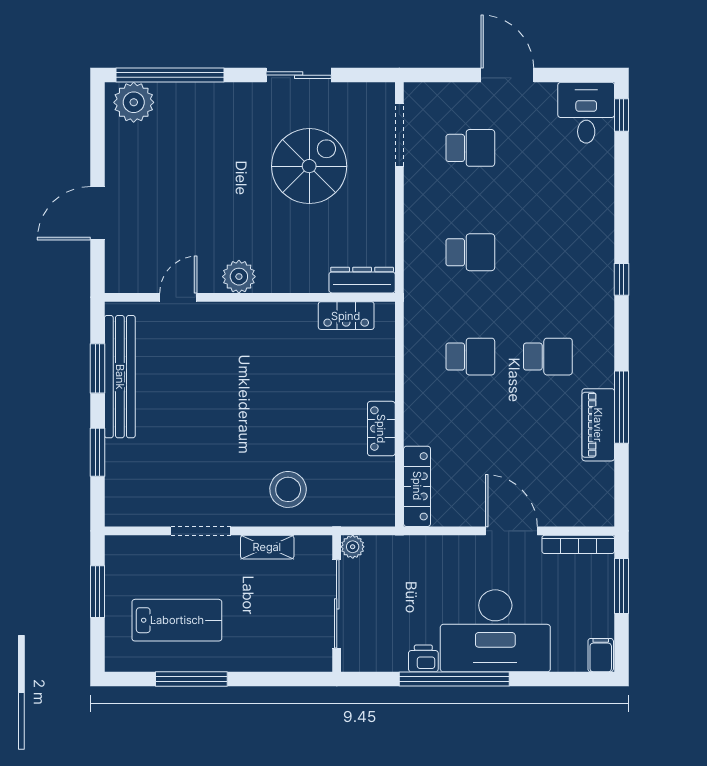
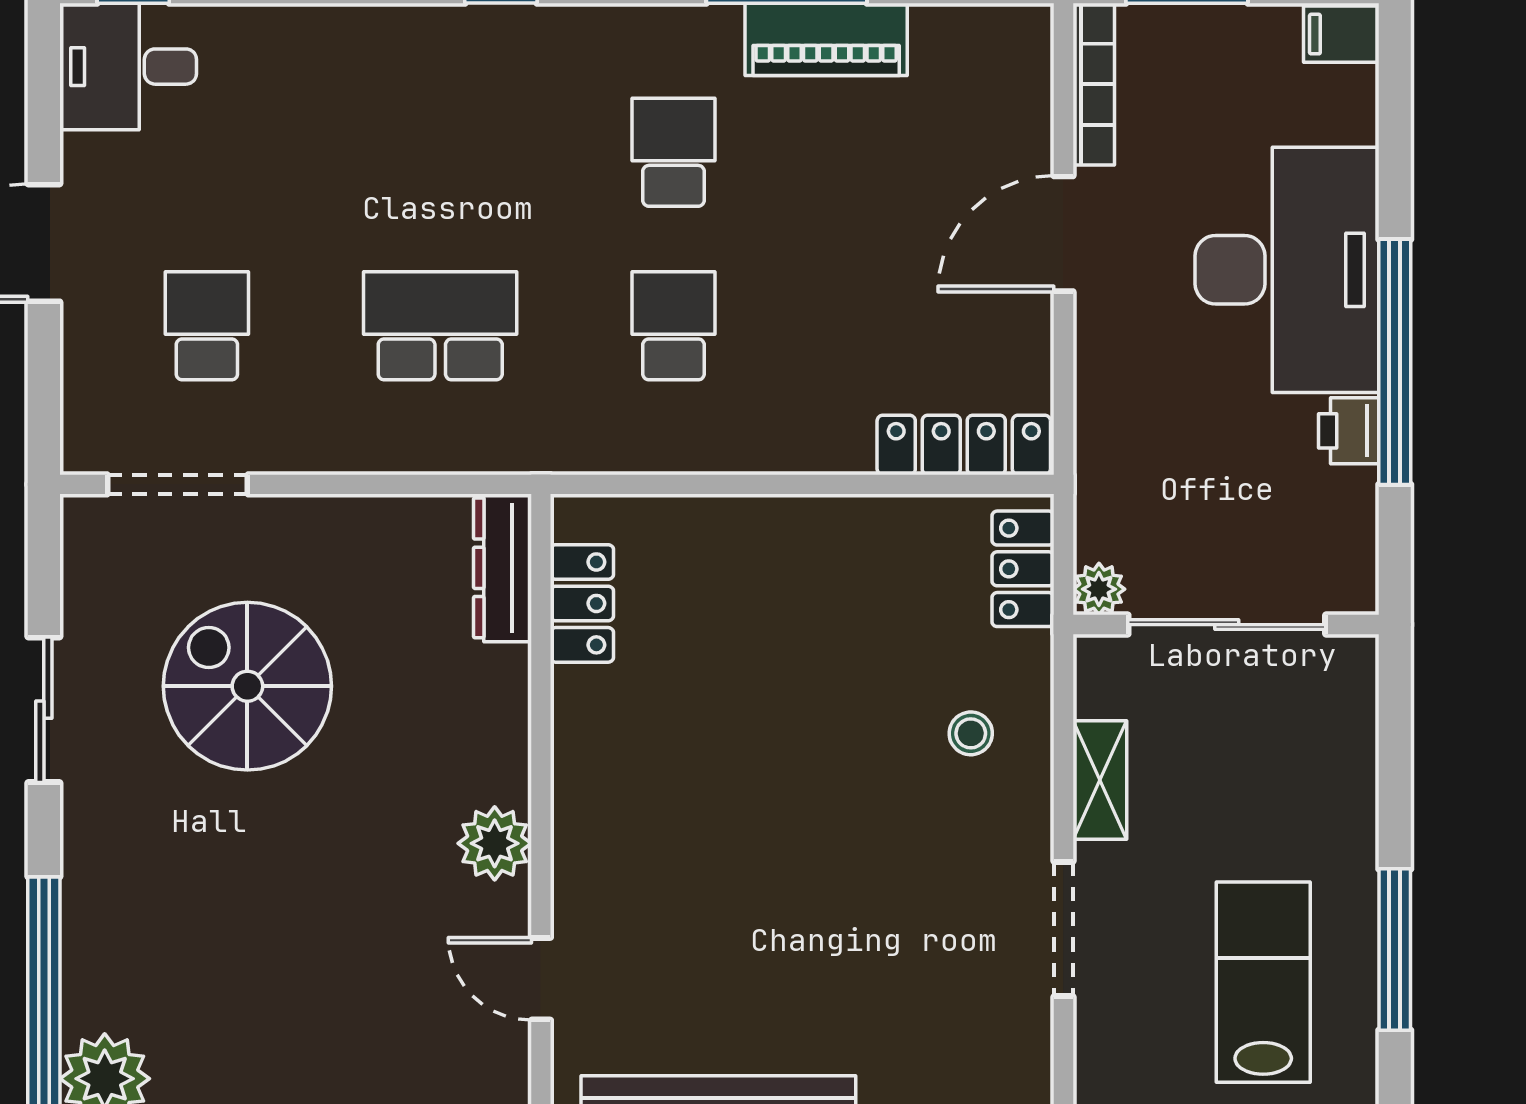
school desk: (470, 252) -> (440, 326), width x1.85
locker: (381, 429) -> (1023, 569), moved, turned 90
stool: (288, 489) -> (971, 733), width x0.53, depth x0.53

